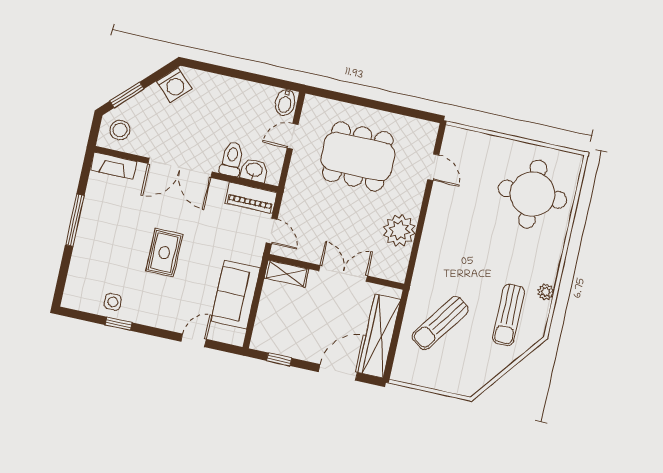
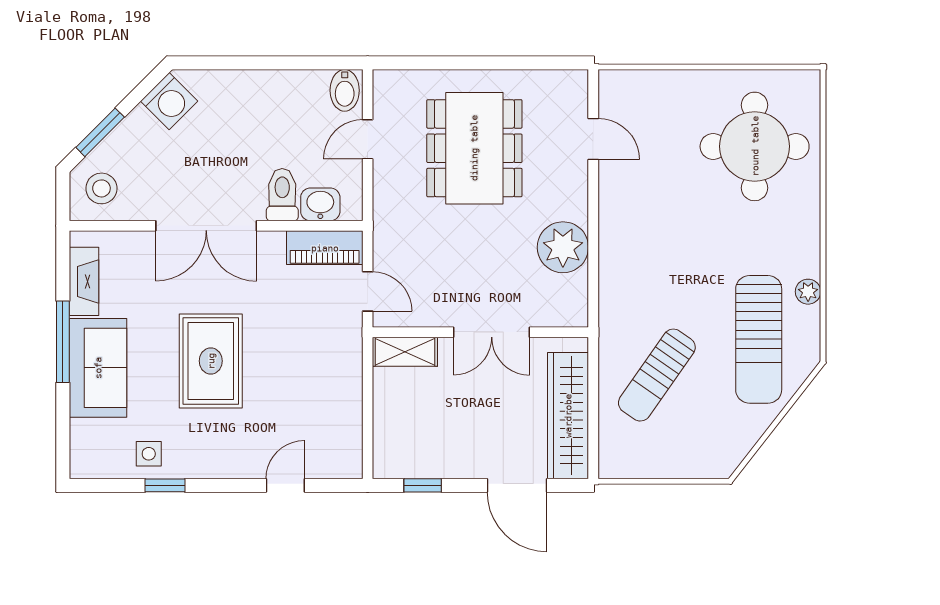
dining table: (358, 157) -> (474, 148), turned 90
fireplace: (114, 166) -> (84, 281), moved, turned -90
rug: (164, 253) -> (211, 361), width x1.36, depth x1.43
double door: (343, 273) -> (492, 332), swing flipped
sofa: (236, 295) -> (98, 368), moved, turned 180
sun lounger: (509, 315) -> (759, 339), width x1.36, depth x1.34
door: (338, 372) -> (517, 485), swing flipped

